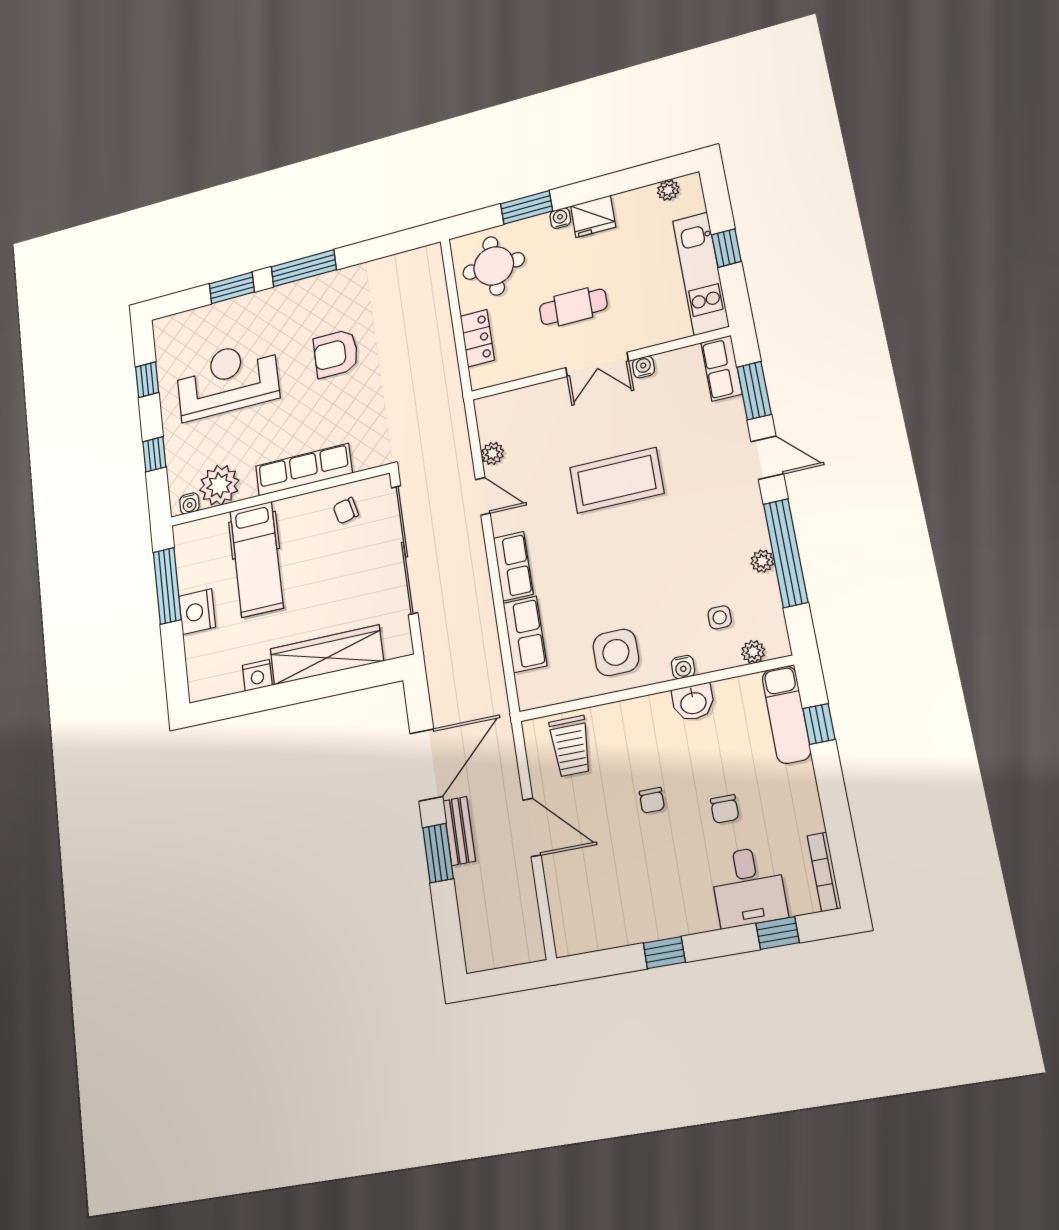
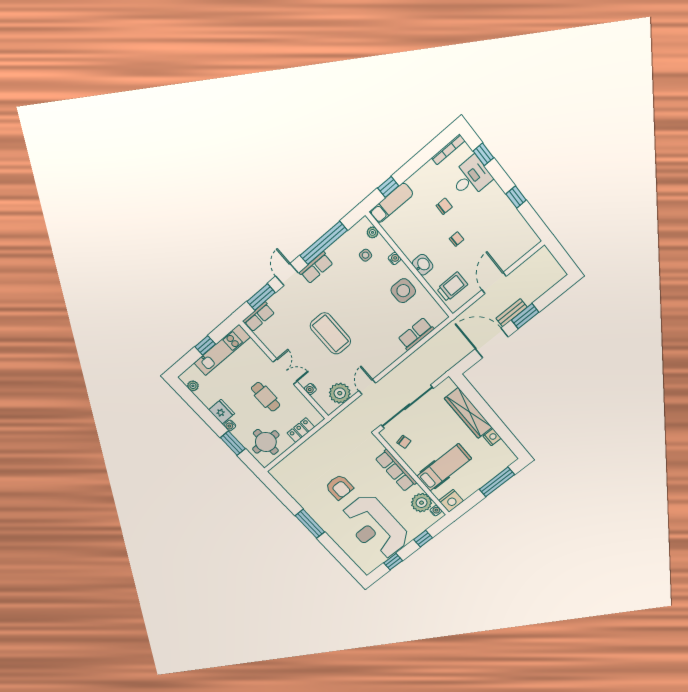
window: (232, 288) -> (335, 550), removed
water cooler: (643, 367) -> (310, 389), moved
reception desk: (227, 380) -> (375, 527), width x1.36, depth x1.30
plant: (492, 453) -> (340, 393), width x1.87, depth x1.87
plant: (762, 561) -> (332, 251), removed
row of seats: (513, 566) -> (316, 268), moved, turned 180
window: (167, 586) -> (497, 482), moved
nightstand: (197, 612) -> (451, 501), moved
washbasin: (693, 702) -> (423, 265), moved

